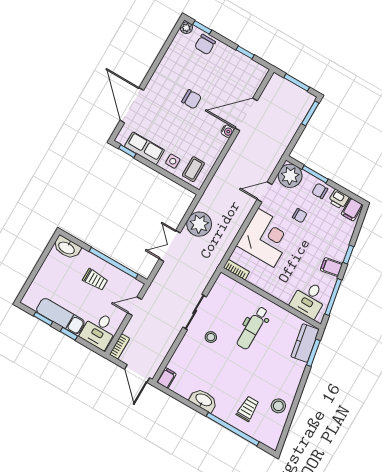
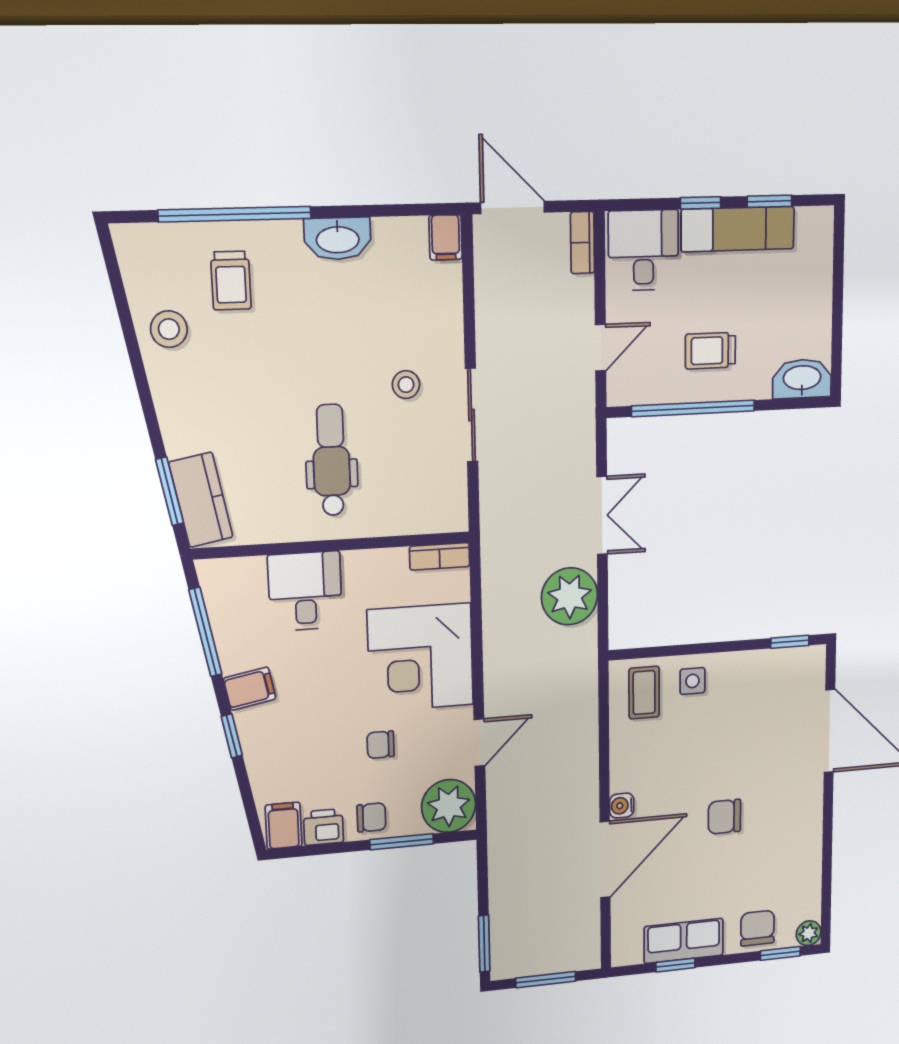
row of seats: (144, 148) -> (684, 941), moved, turned 180
desk: (309, 299) -> (305, 591), moved

